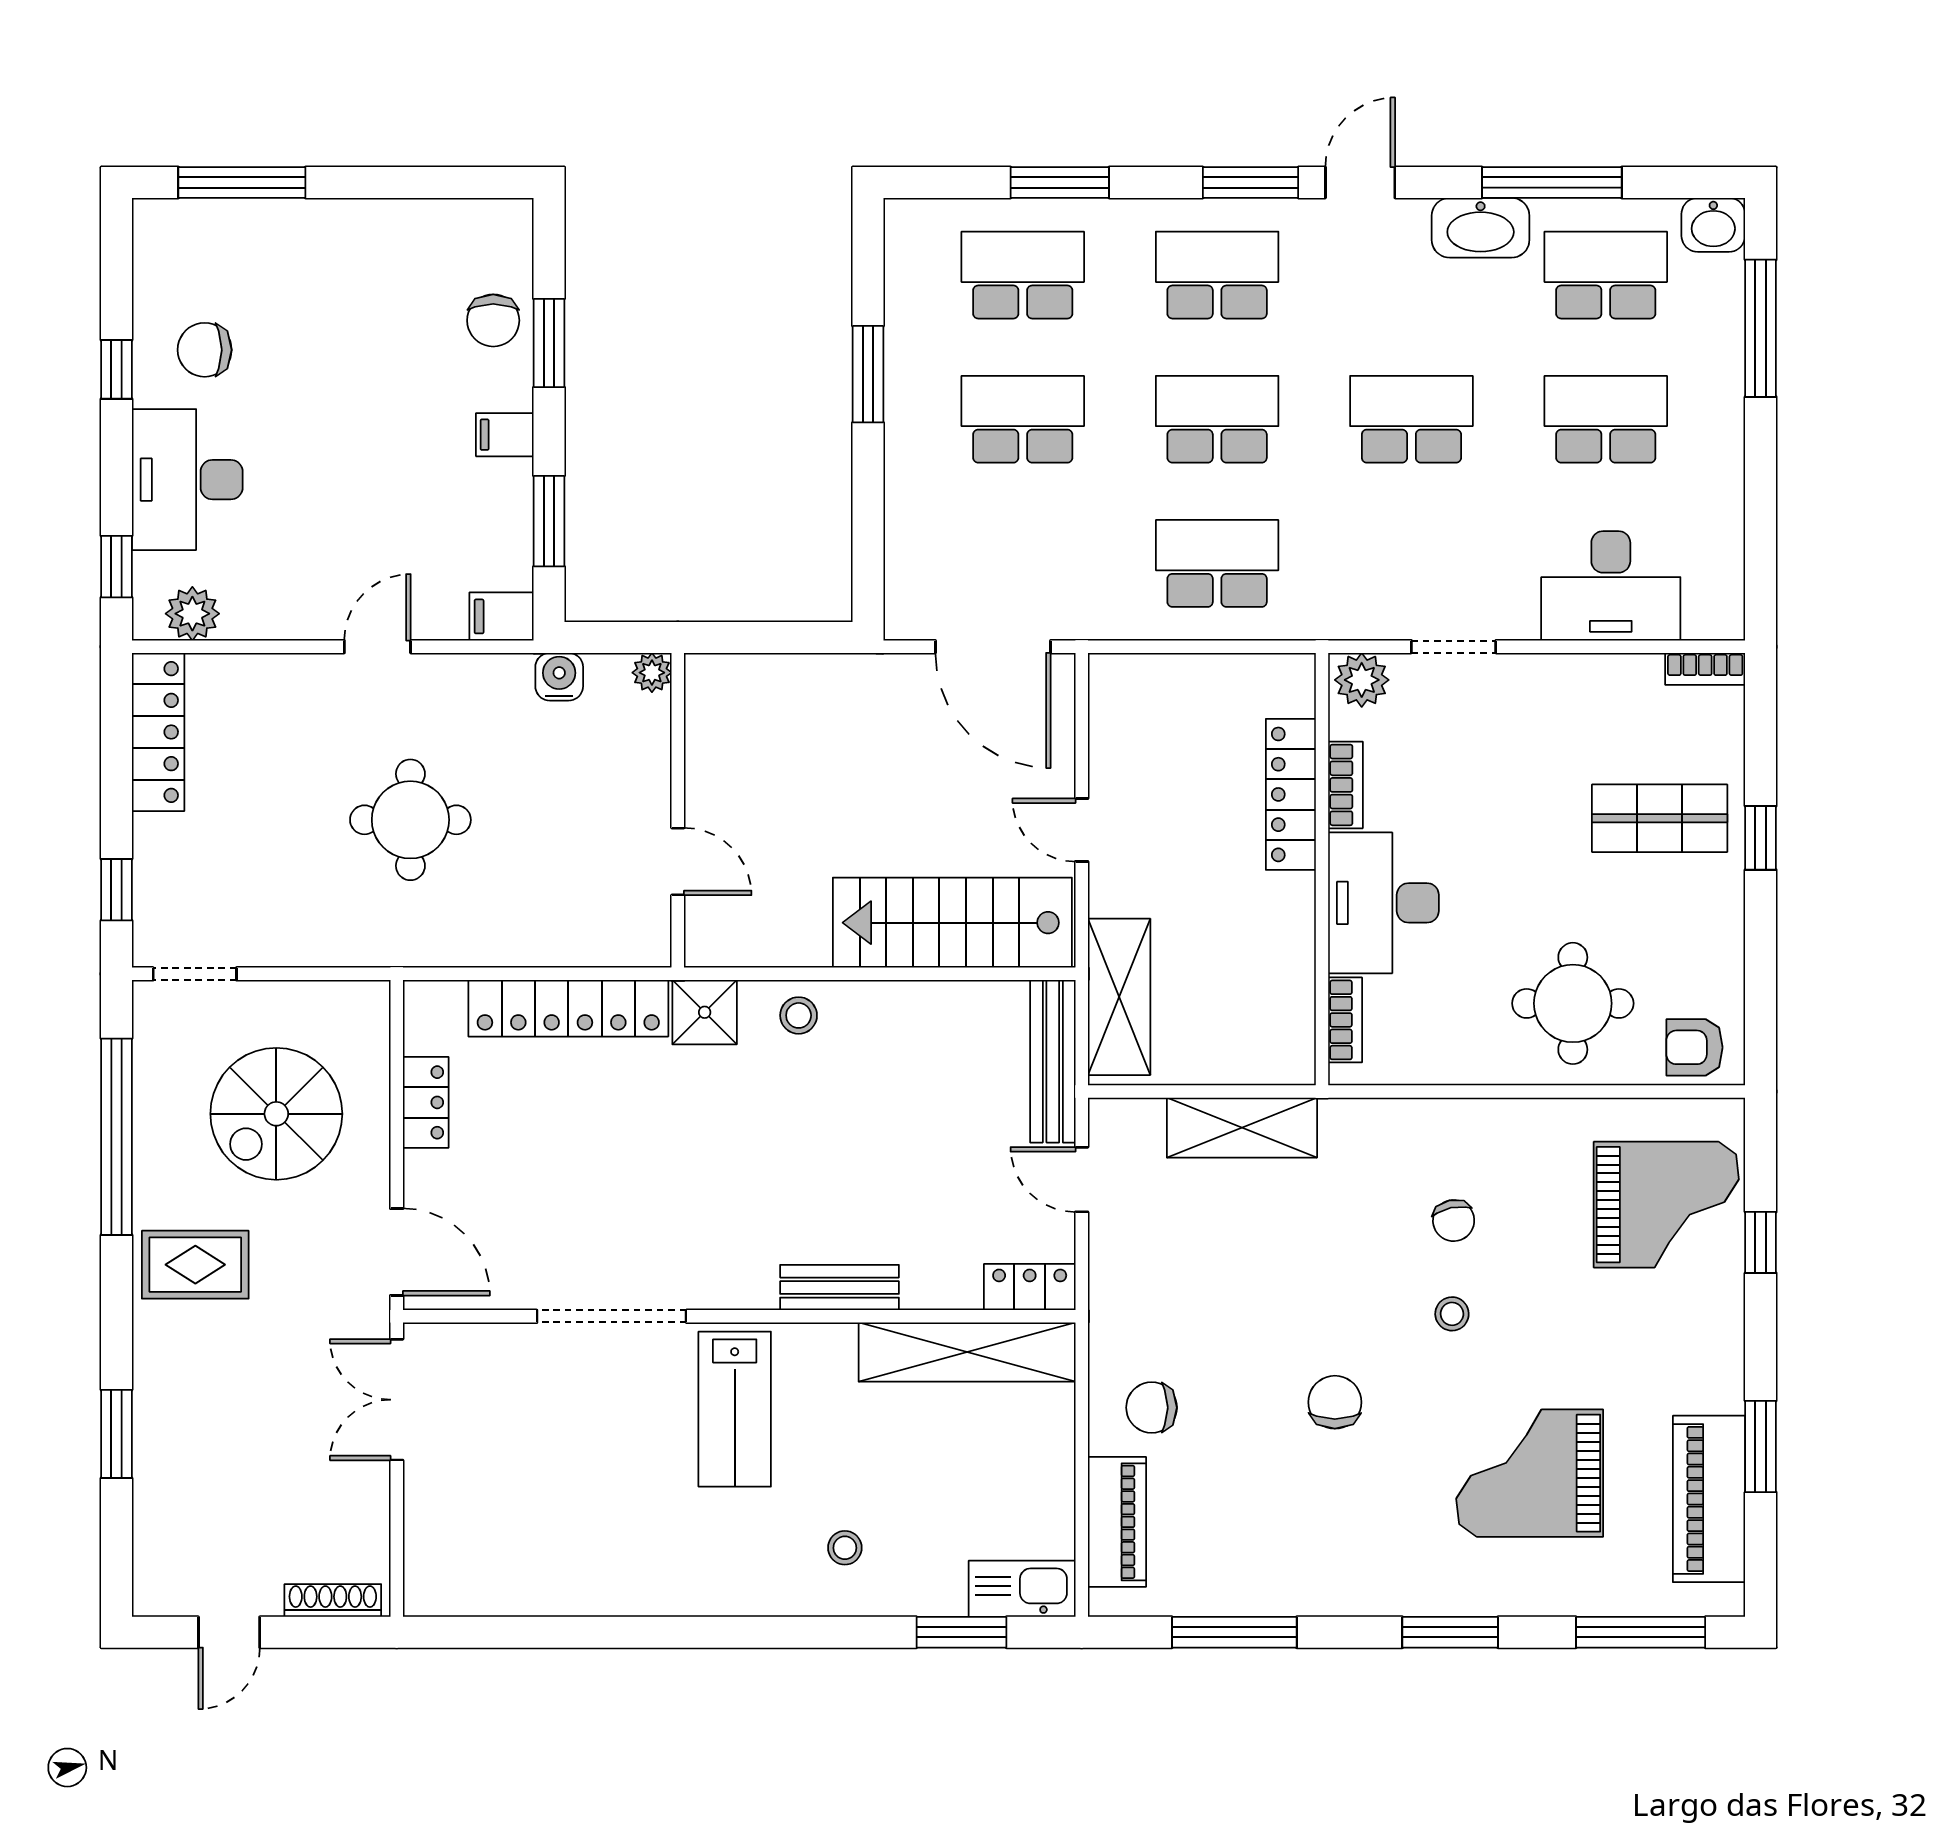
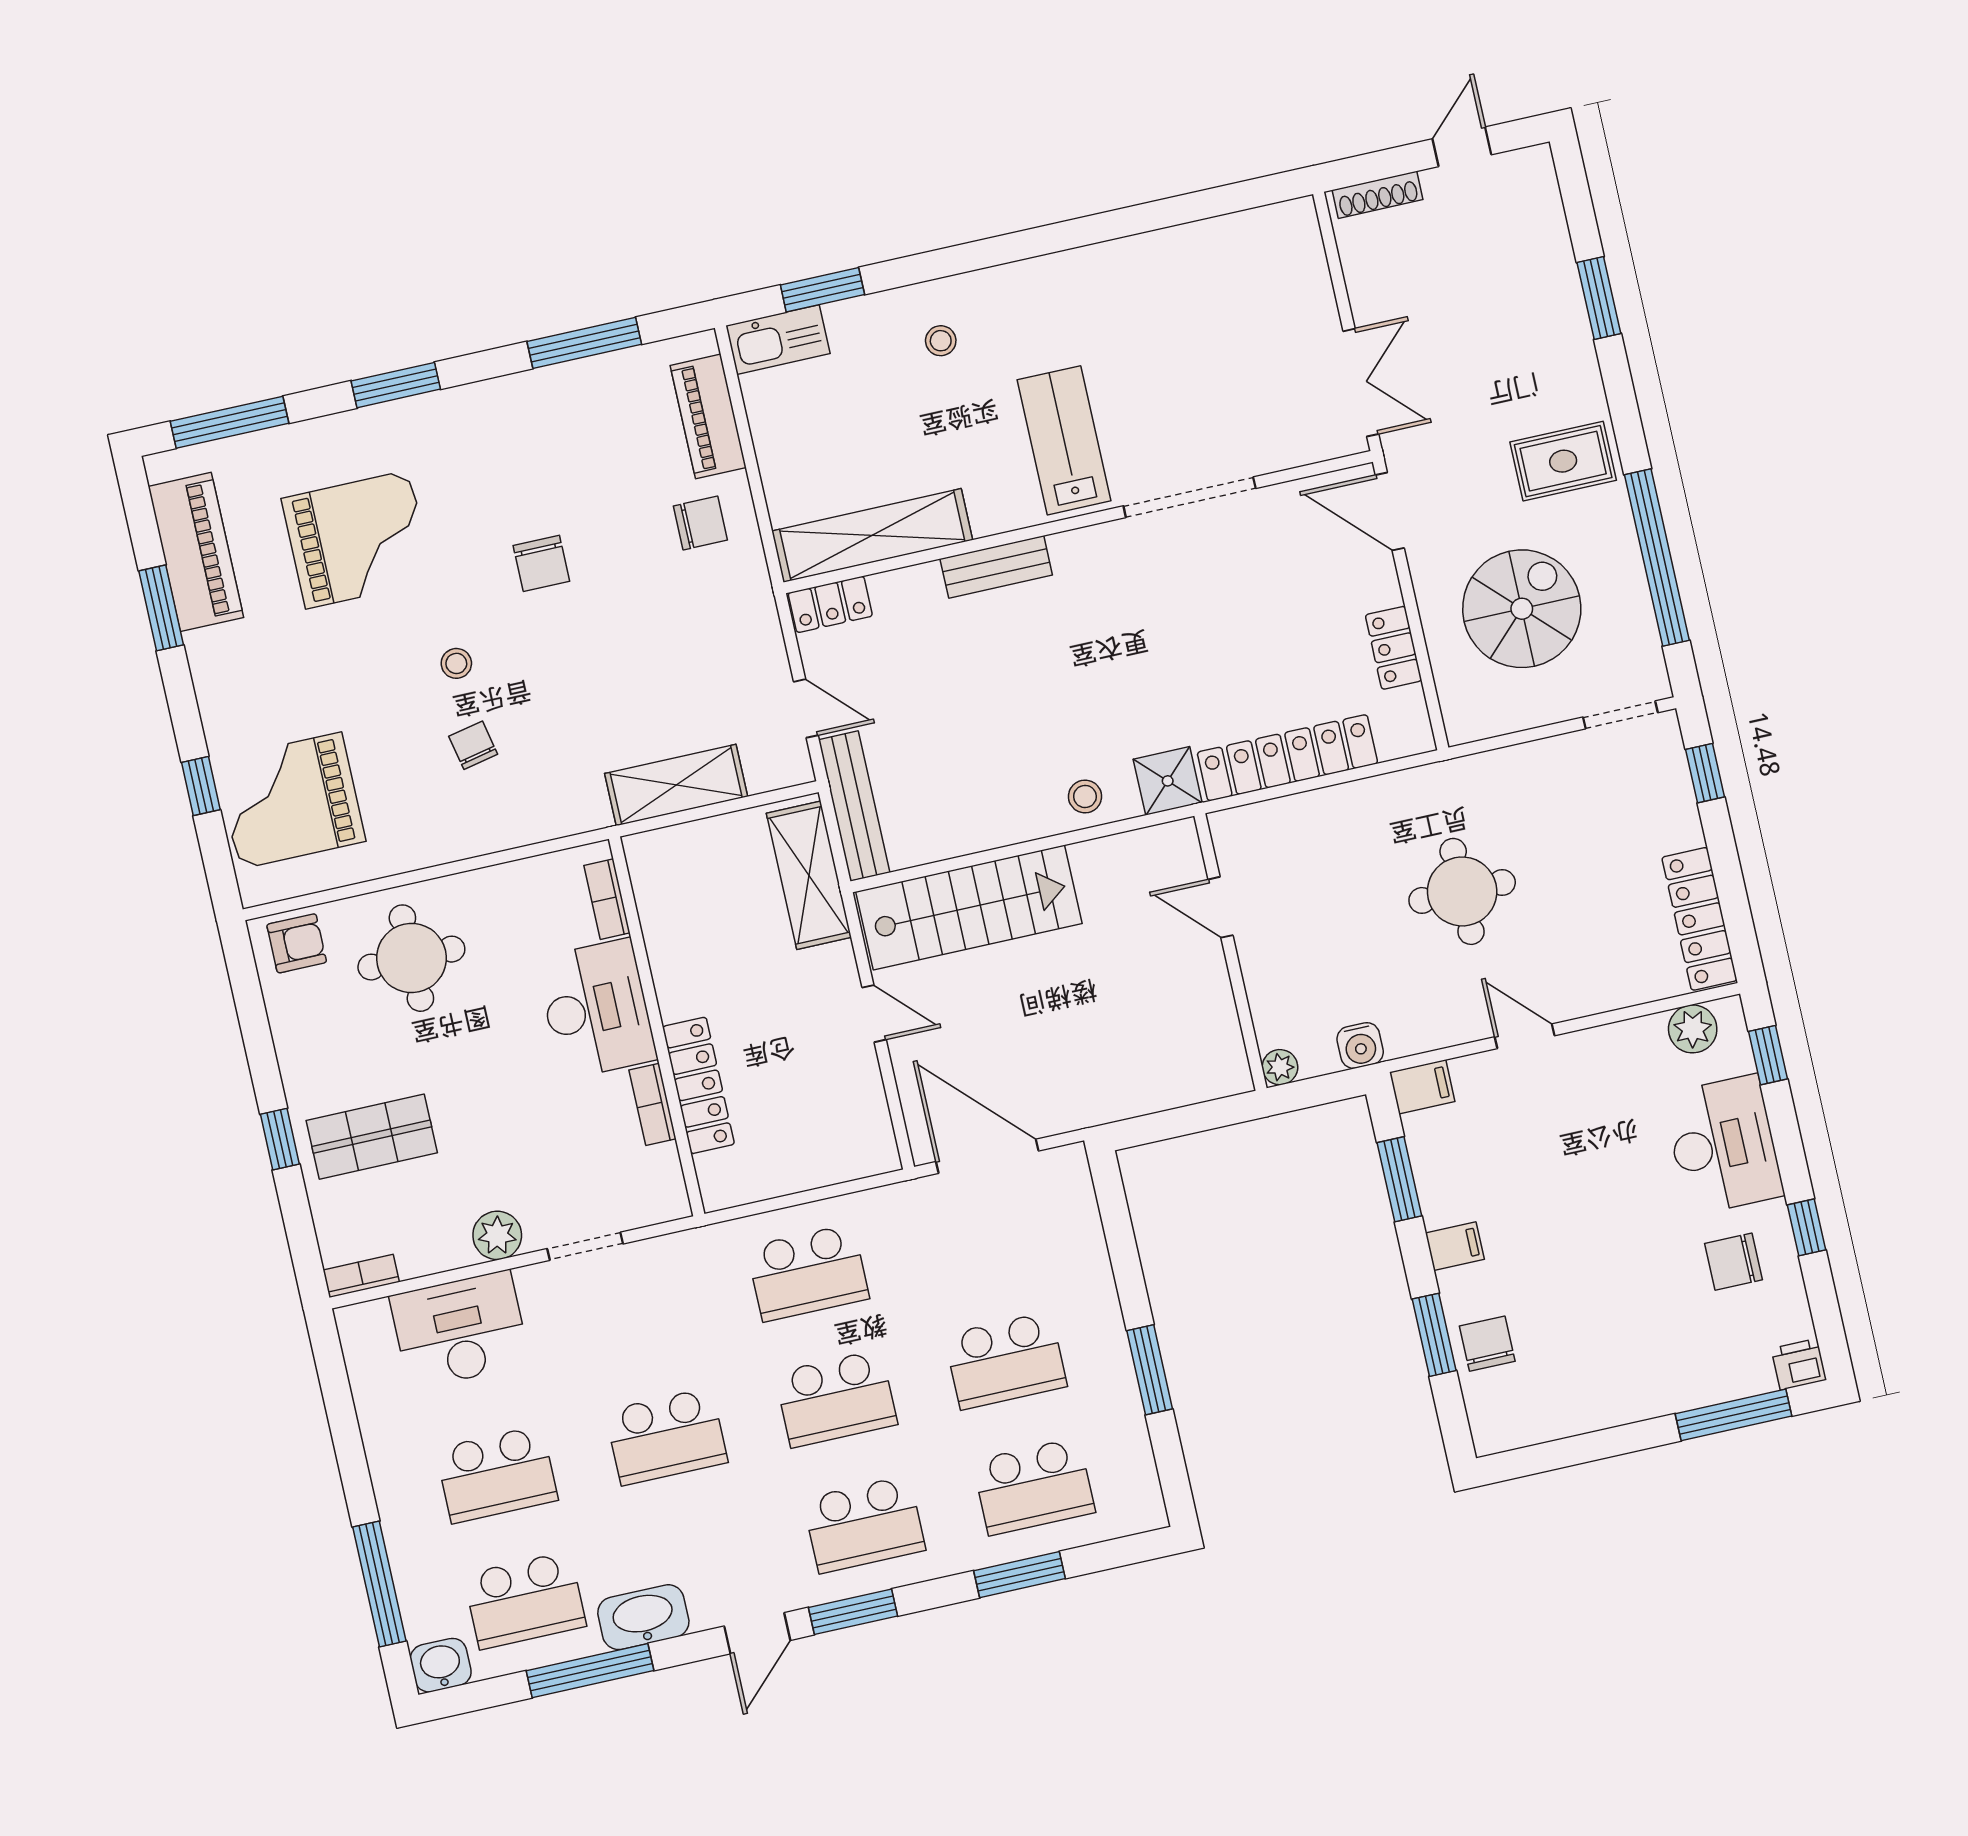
printer: (158, 222) -> (1799, 1364), added
chair: (205, 350) -> (1733, 1262), turned 180
door: (377, 647) -> (1525, 1036), swing flipped
plant: (1362, 680) -> (497, 1235), moved

